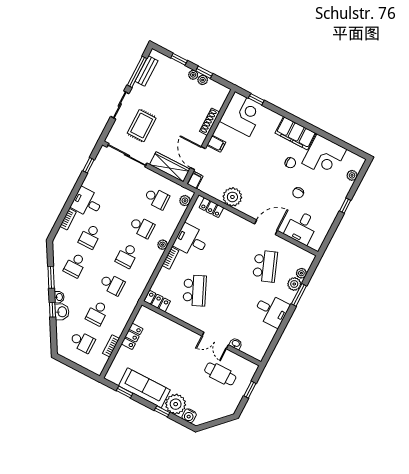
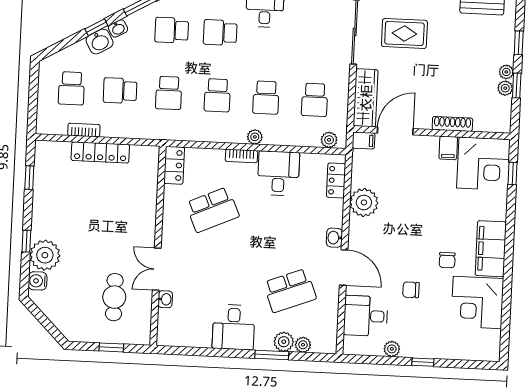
filing cabinet: (216, 144) -> (448, 148), moved
plant: (352, 175) -> (392, 349), moved
washbasin: (245, 225) -> (334, 238), added
school desk: (127, 256) -> (217, 95), turned -90
locker: (132, 336) -> (100, 152), width x1.53
sofa: (144, 388) -> (47, 202), removed

